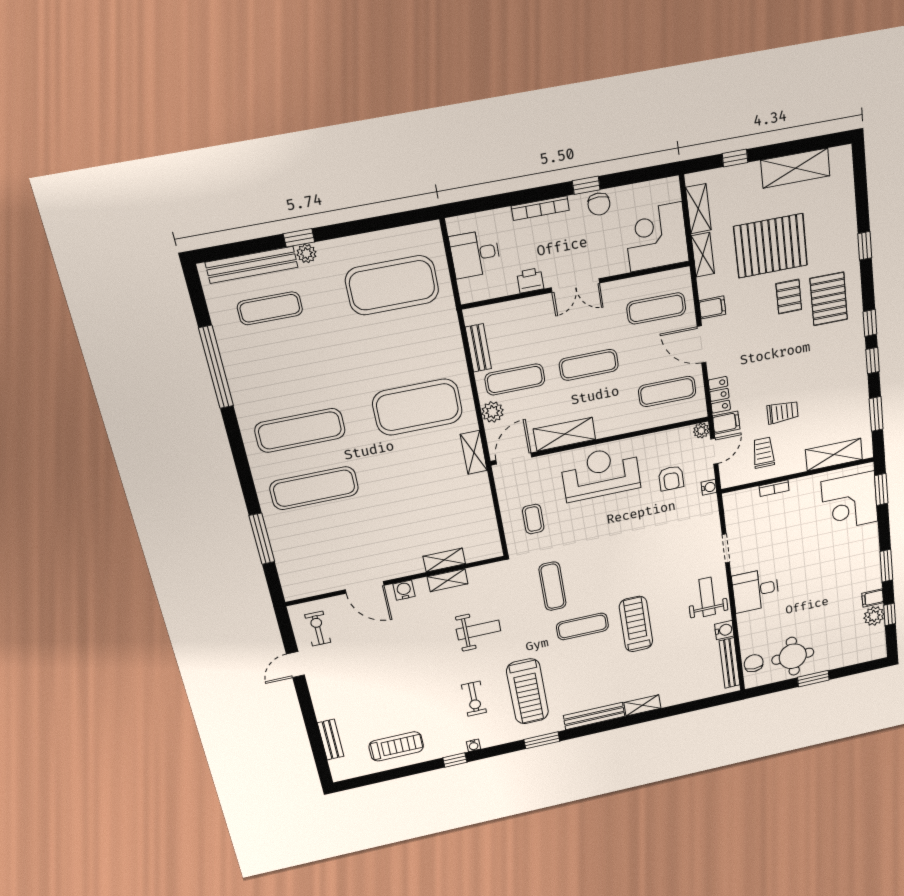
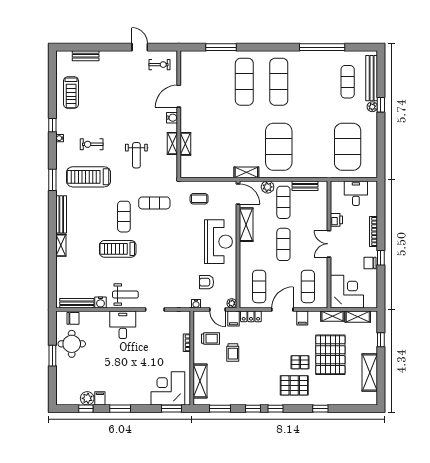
treadmill: (636, 624) -> (118, 249), turned 180

